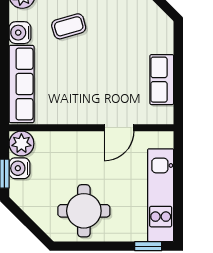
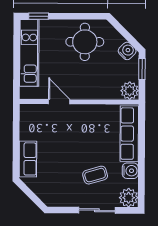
row of seats: (162, 80) -> (28, 159), moved
door: (119, 128) -> (59, 102), hinge flipped
water cooler: (19, 168) -> (127, 51), moved, turned -45

